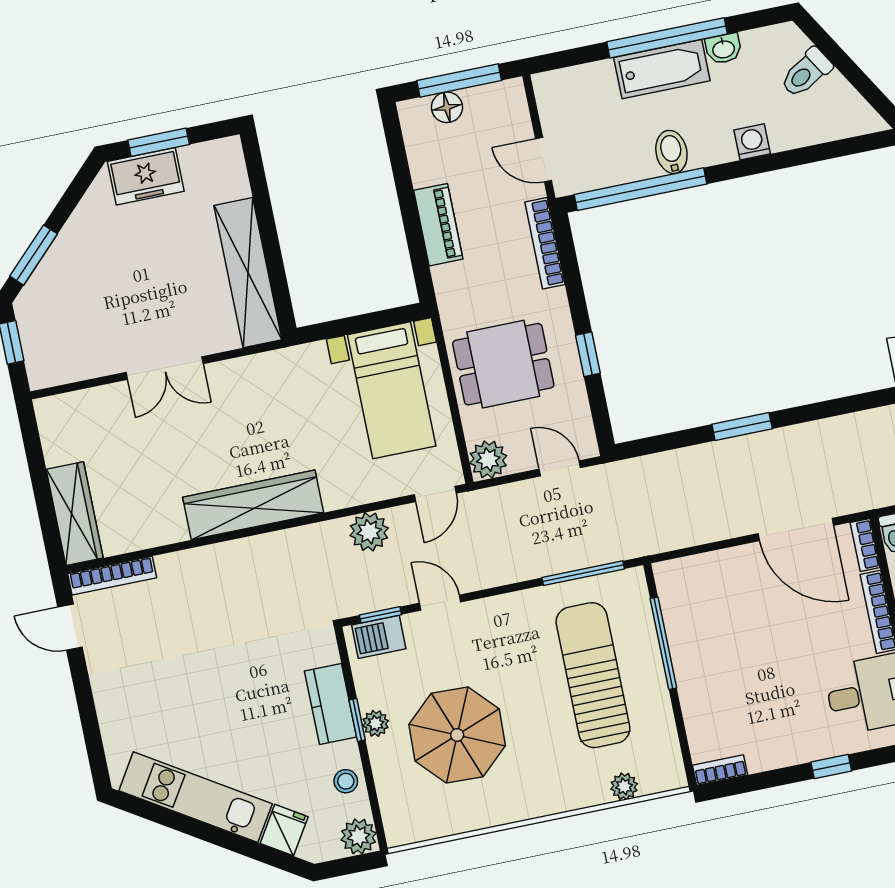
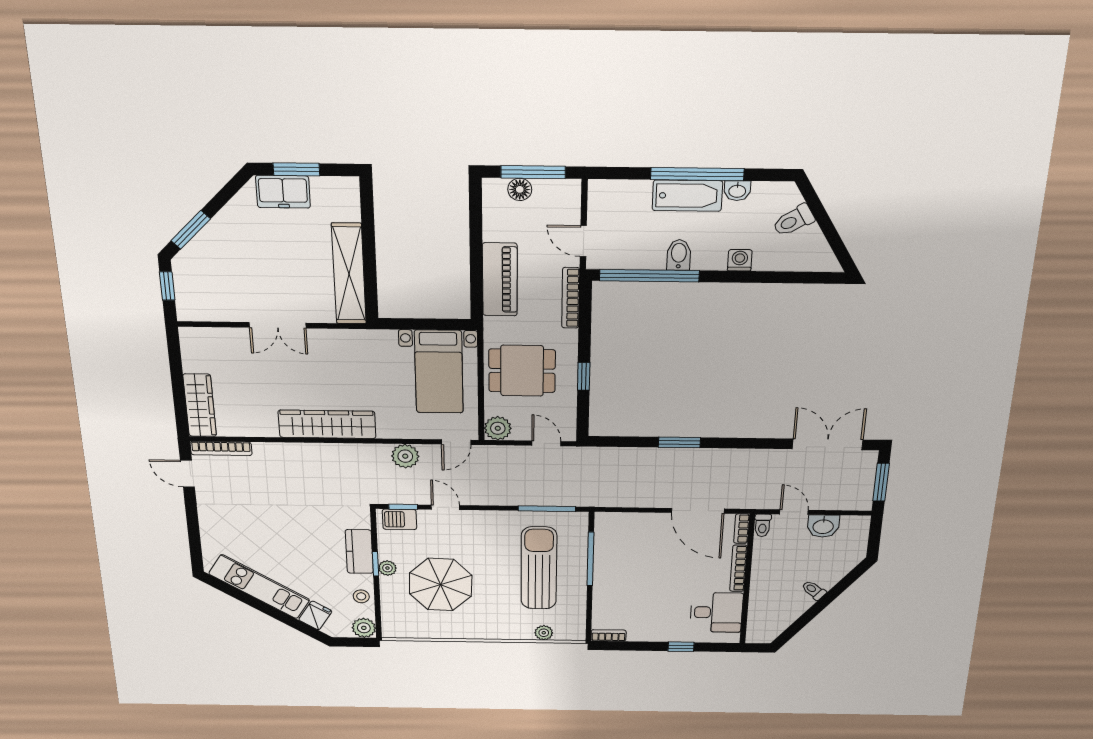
piano: (438, 225) -> (500, 280), width x1.37, depth x1.33

